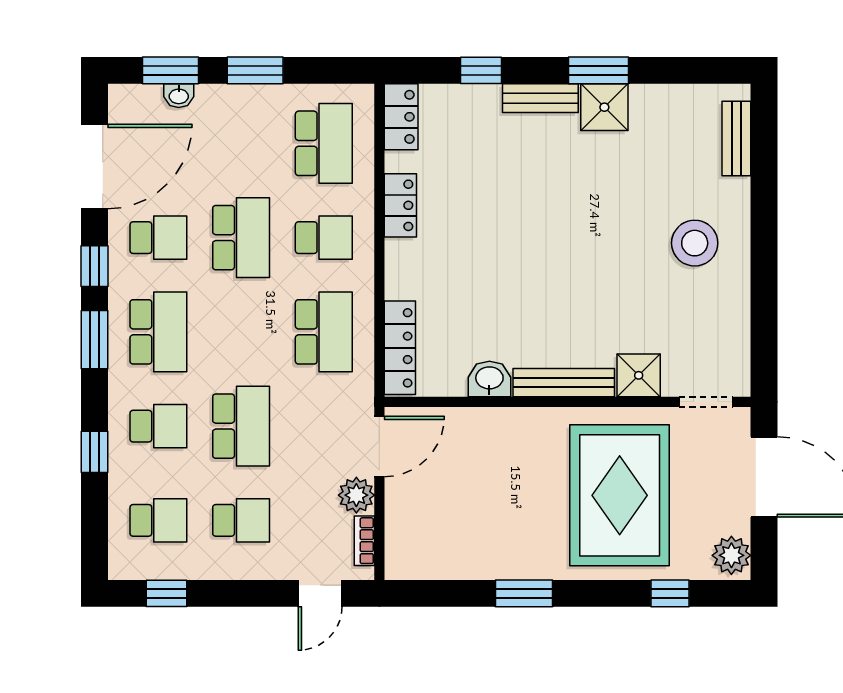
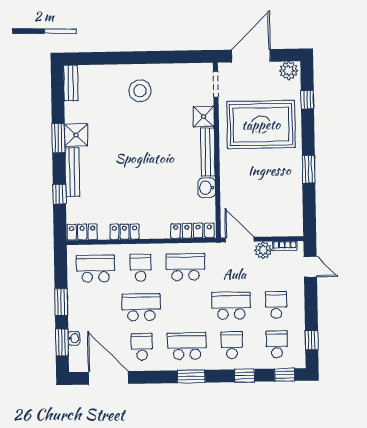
bench: (540, 98) -> (72, 172), width x1.36
bench: (736, 138) -> (71, 83), moved, turned 90
window: (95, 266) -> (285, 375), moved

